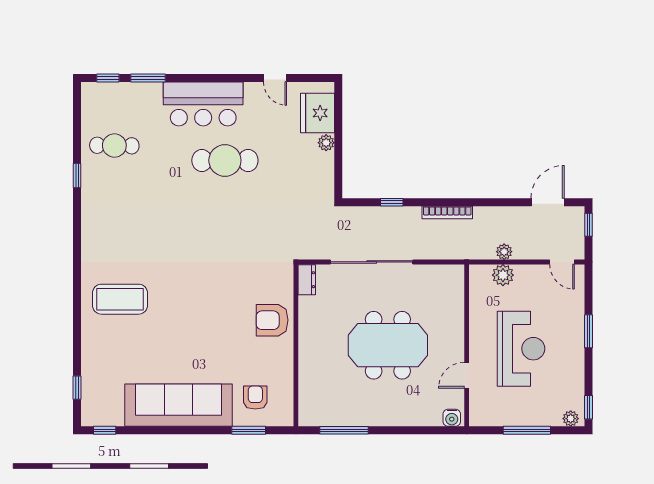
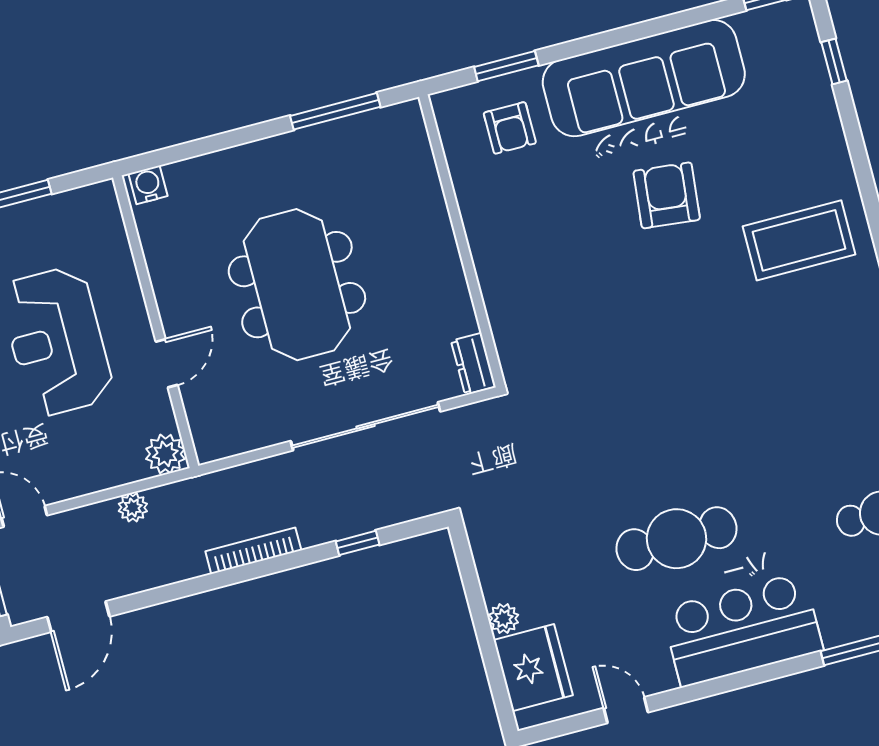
plant: (503, 275) -> (165, 454), moved
armchair: (272, 320) -> (667, 195), moved, turned -84
meeting table: (388, 345) -> (297, 285), turned 90
door: (467, 375) -> (167, 363), moved

